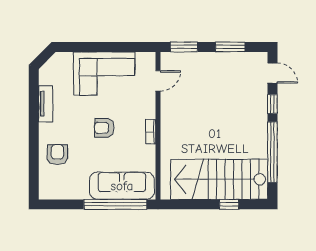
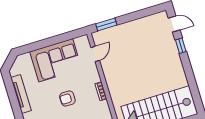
window: (230, 47) -> (139, 15), removed
tv unit: (46, 104) -> (21, 94), width x1.41
window: (272, 152) -> (191, 80), removed

